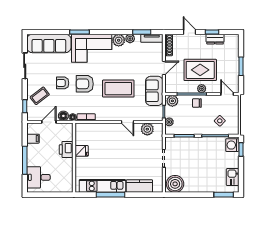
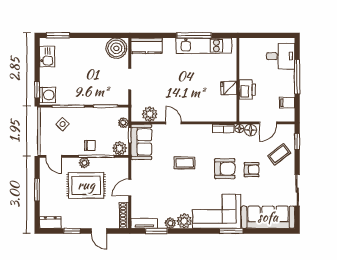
dresser: (215, 39) -> (50, 222), moved
coffee table: (118, 89) -> (185, 163), width x0.54, depth x0.58
sofa: (154, 91) -> (141, 142), moved
kitchen counter: (139, 186) -> (147, 46), moved

